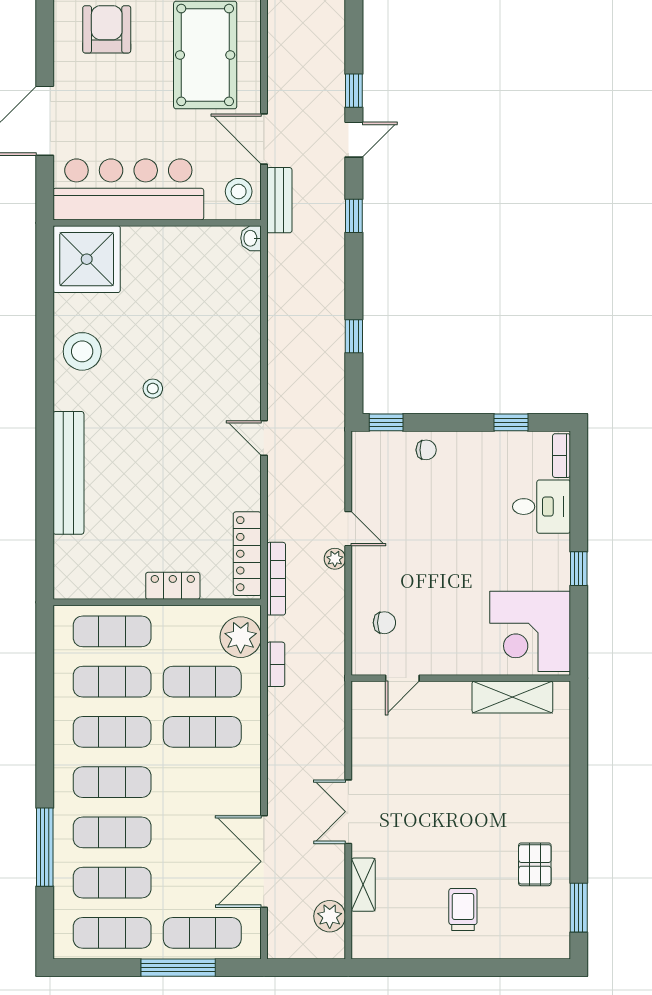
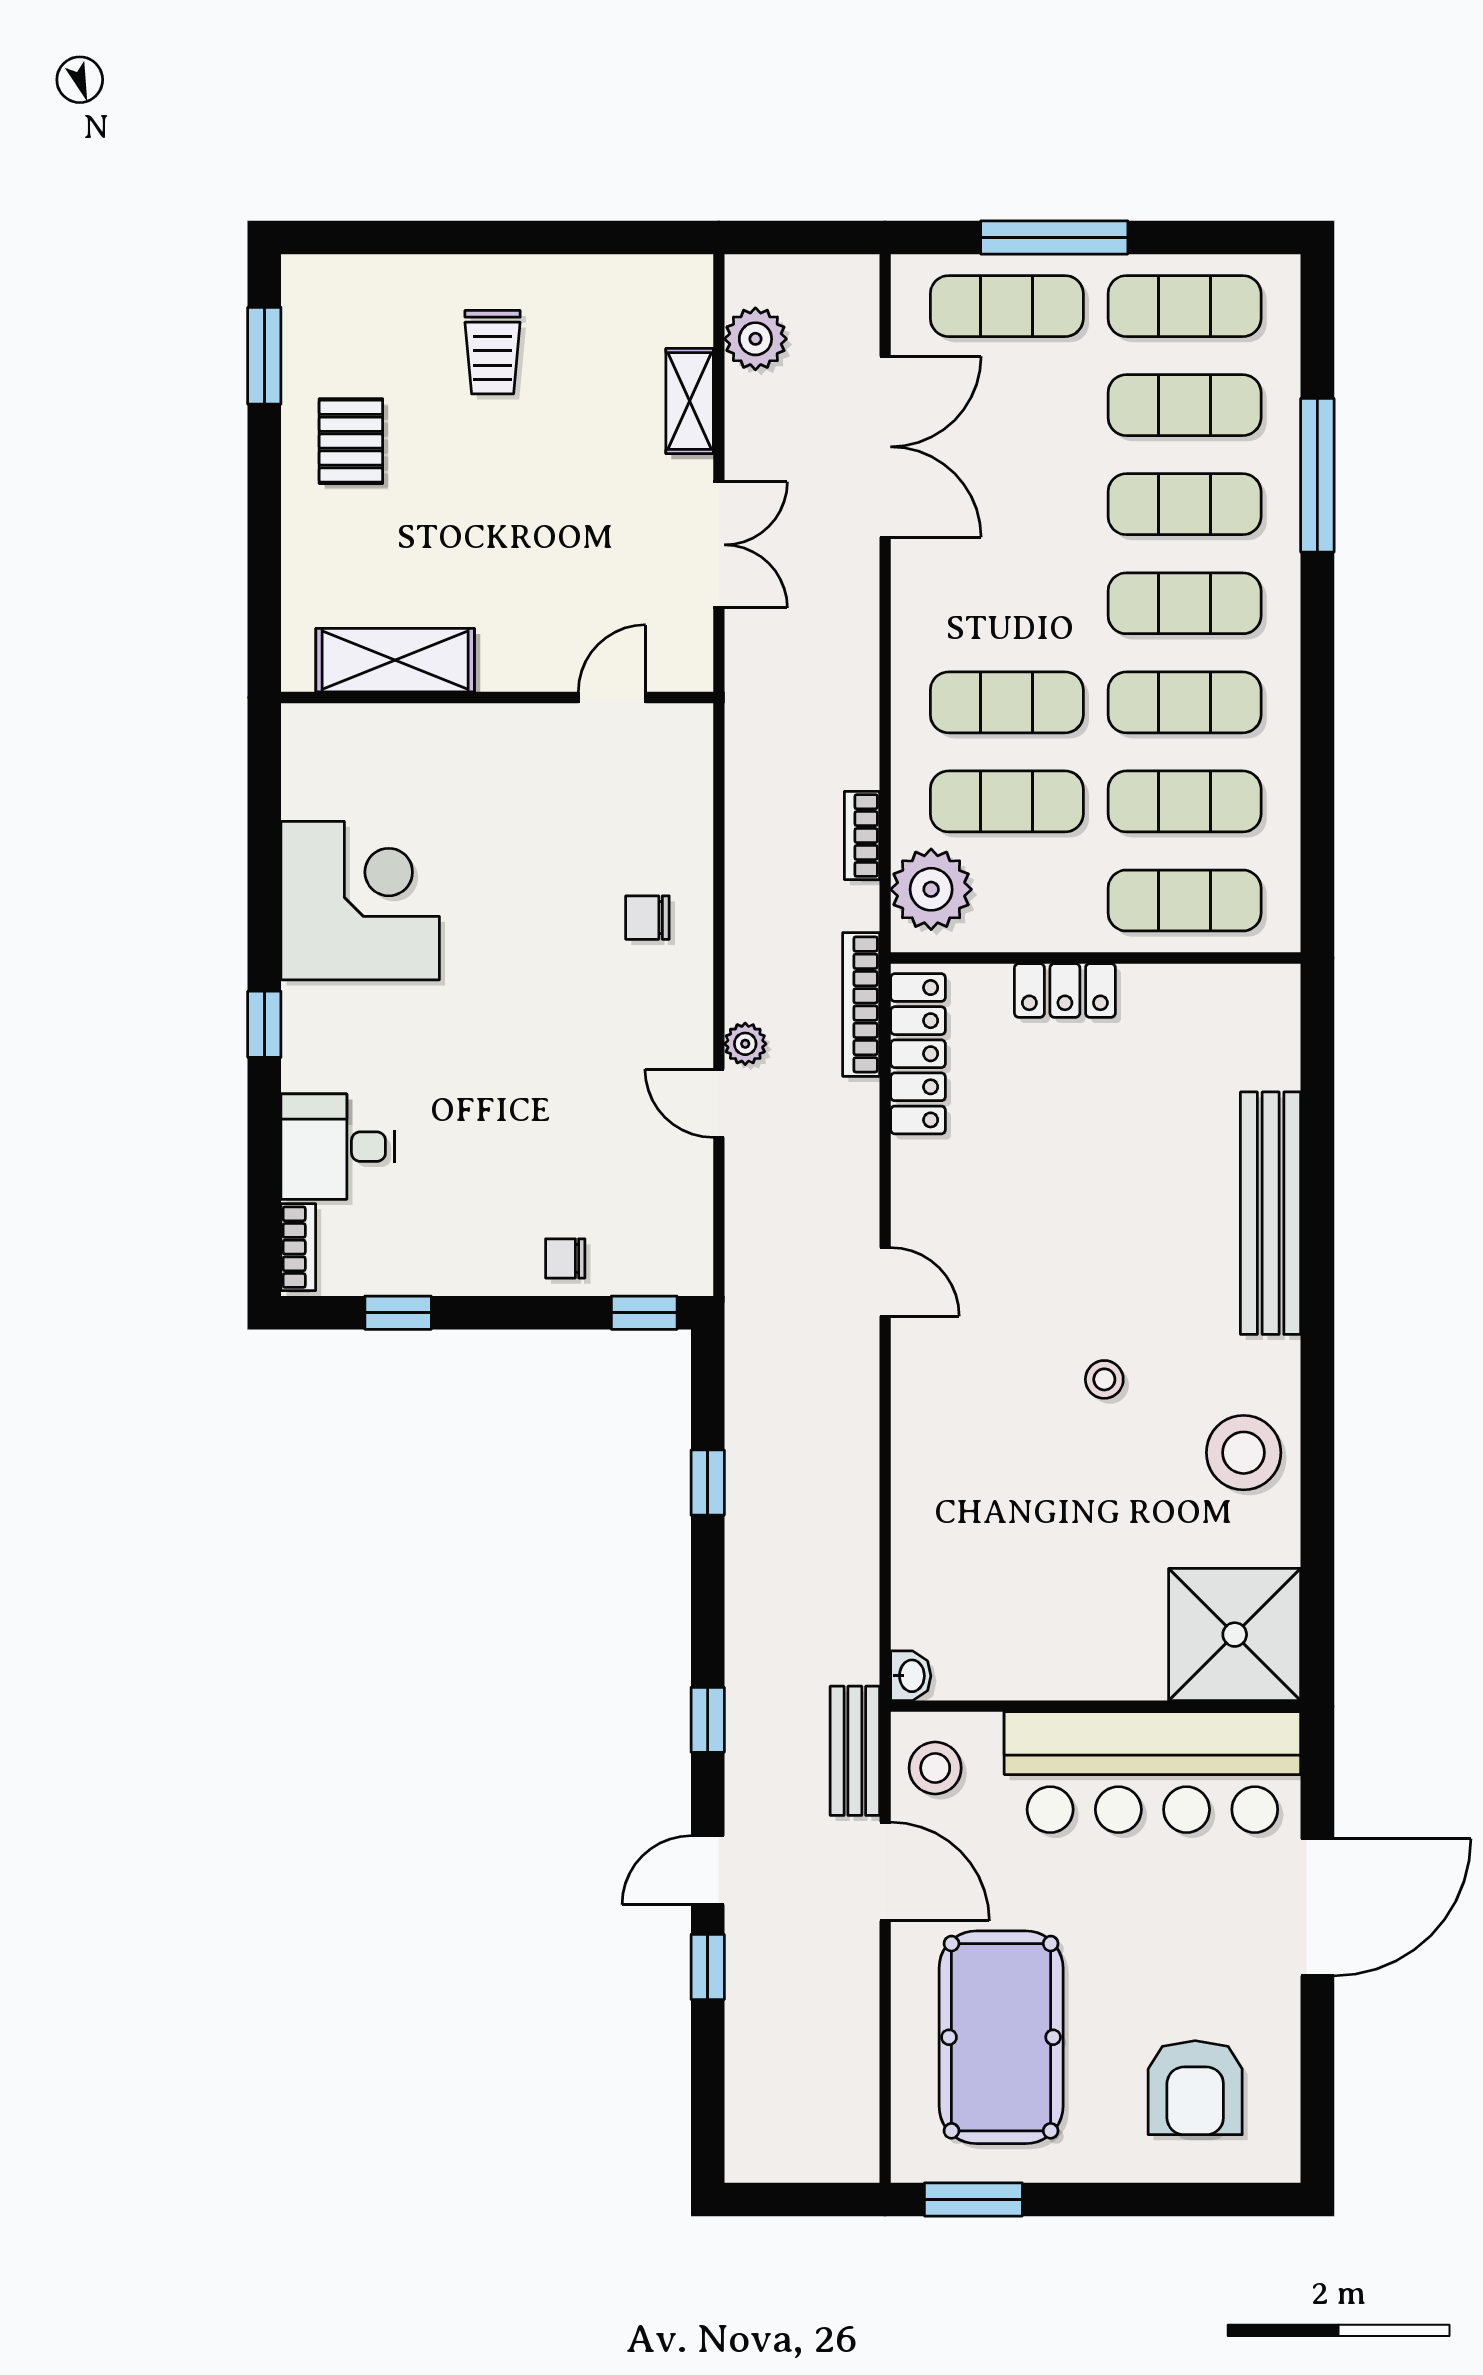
door: (402, 678) -> (612, 697), moved
wall: (461, 678) -> (497, 697), moved
shelving: (512, 697) -> (395, 660), moved

